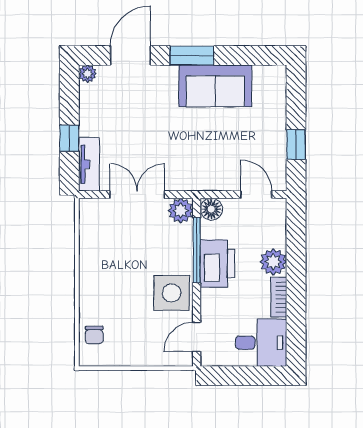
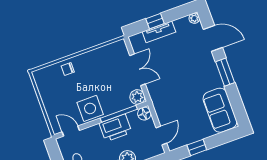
sofa: (215, 86) -> (220, 110), moved
tv unit: (89, 164) -> (159, 32), moved
chair: (94, 335) -> (68, 69), moved

